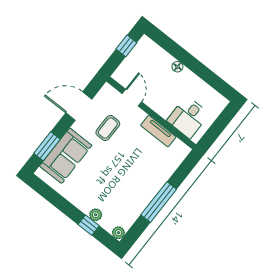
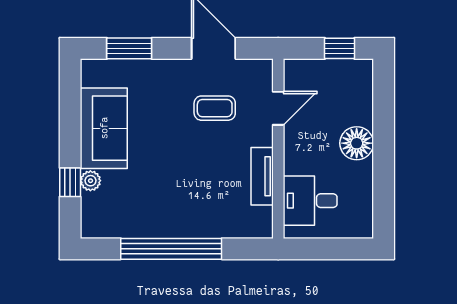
floor lamp: (177, 67) -> (357, 143), width x1.89, depth x1.89
sofa: (66, 156) -> (104, 128), moved, turned -90
window: (159, 202) -> (171, 249), width x1.46
plant: (118, 233) -> (91, 228), removed

